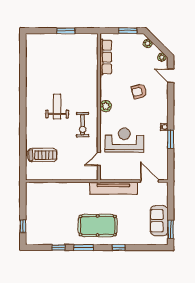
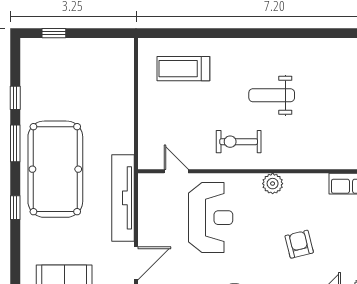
weight bench: (57, 107) -> (272, 95), turned 180
treadmill: (42, 155) -> (183, 69), turned 90
pool table: (98, 226) -> (55, 169), width x1.36, depth x1.32

